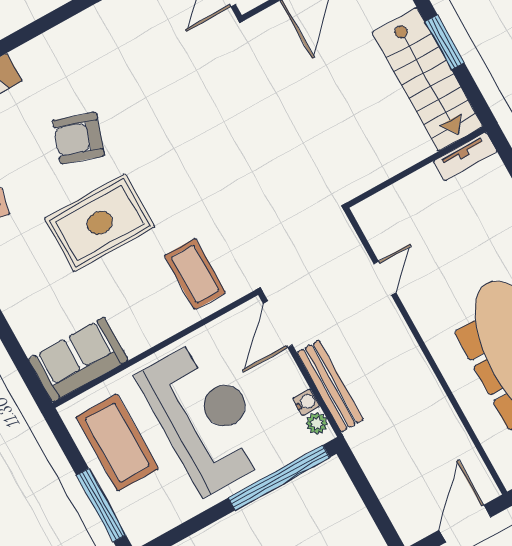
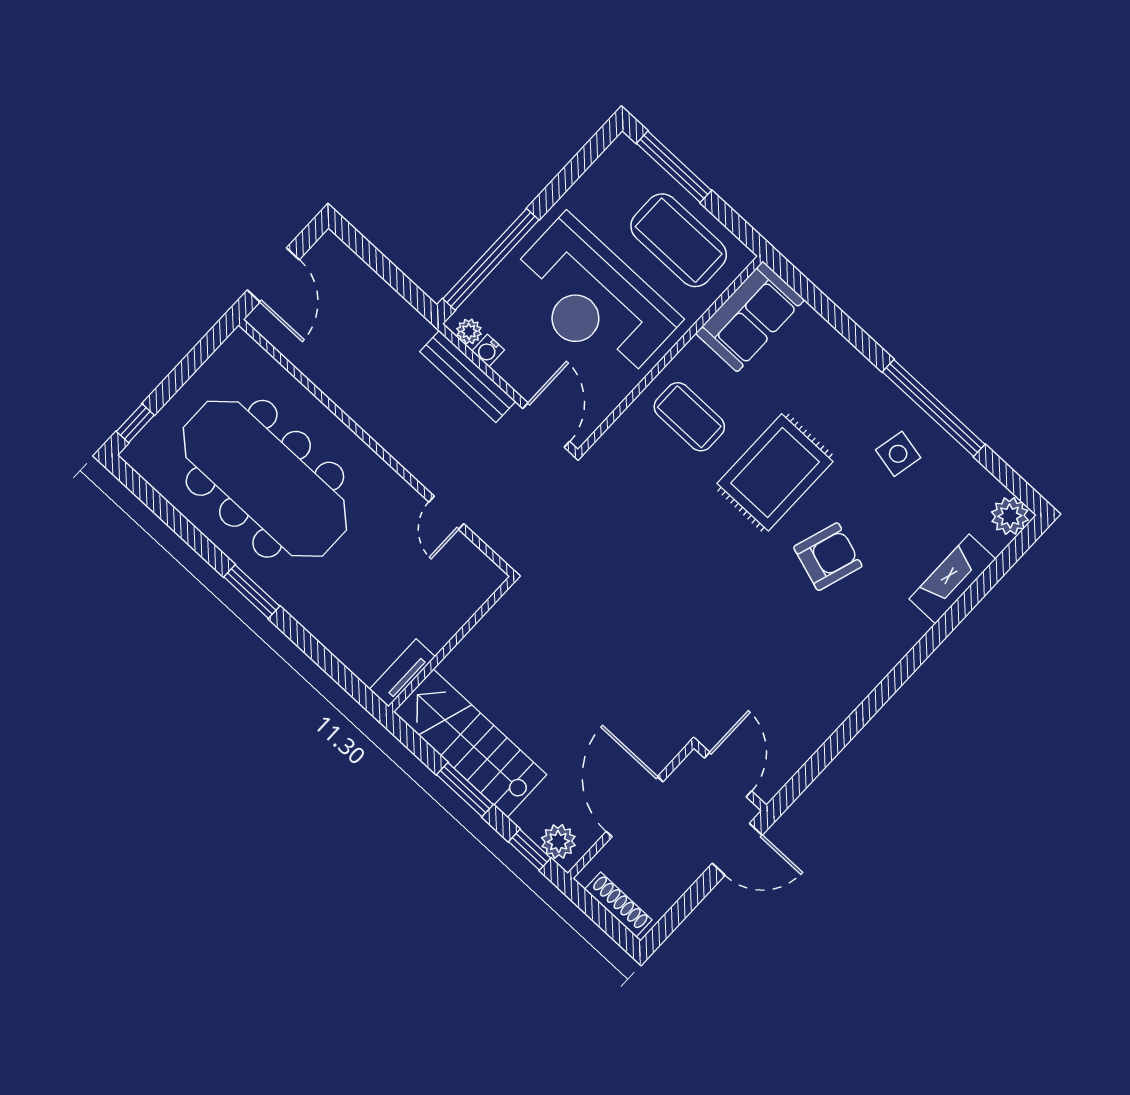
coffee table: (195, 274) -> (689, 417), moved

